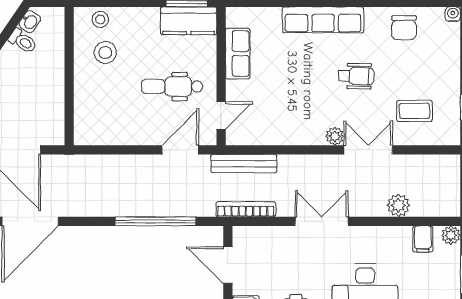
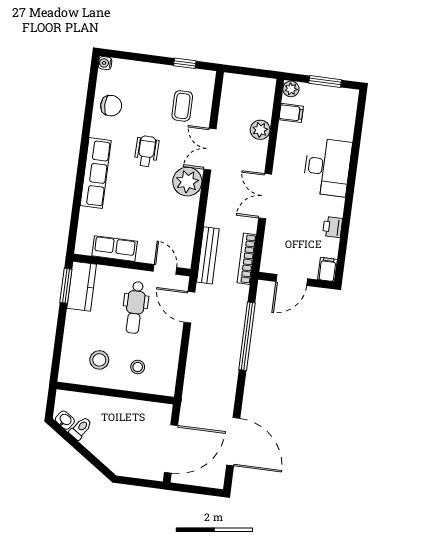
stool: (100, 19) -> (138, 367), moved
plant: (335, 136) -> (187, 182), width x1.87, depth x1.87

